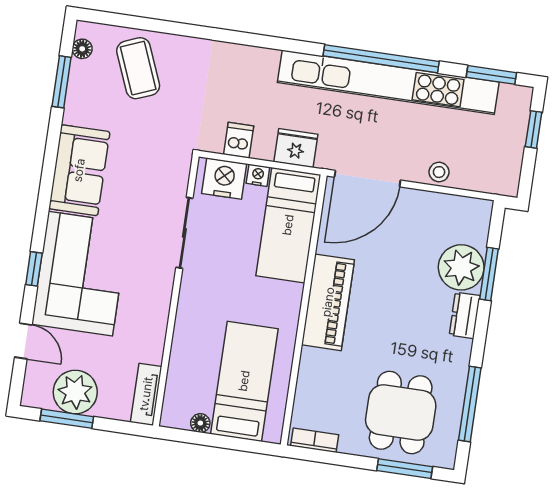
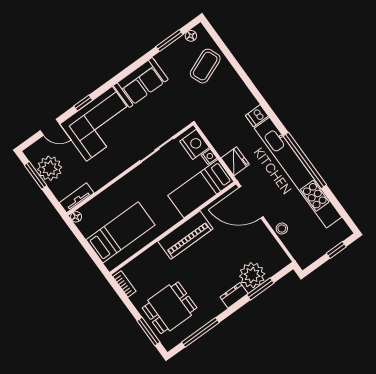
window: (491, 75) -> (342, 211), removed
dishwasher: (239, 140) -> (257, 116), moved, turned 180
door: (23, 341) -> (50, 127), hinge flipped
floor lamp: (200, 423) -> (76, 217), moved

